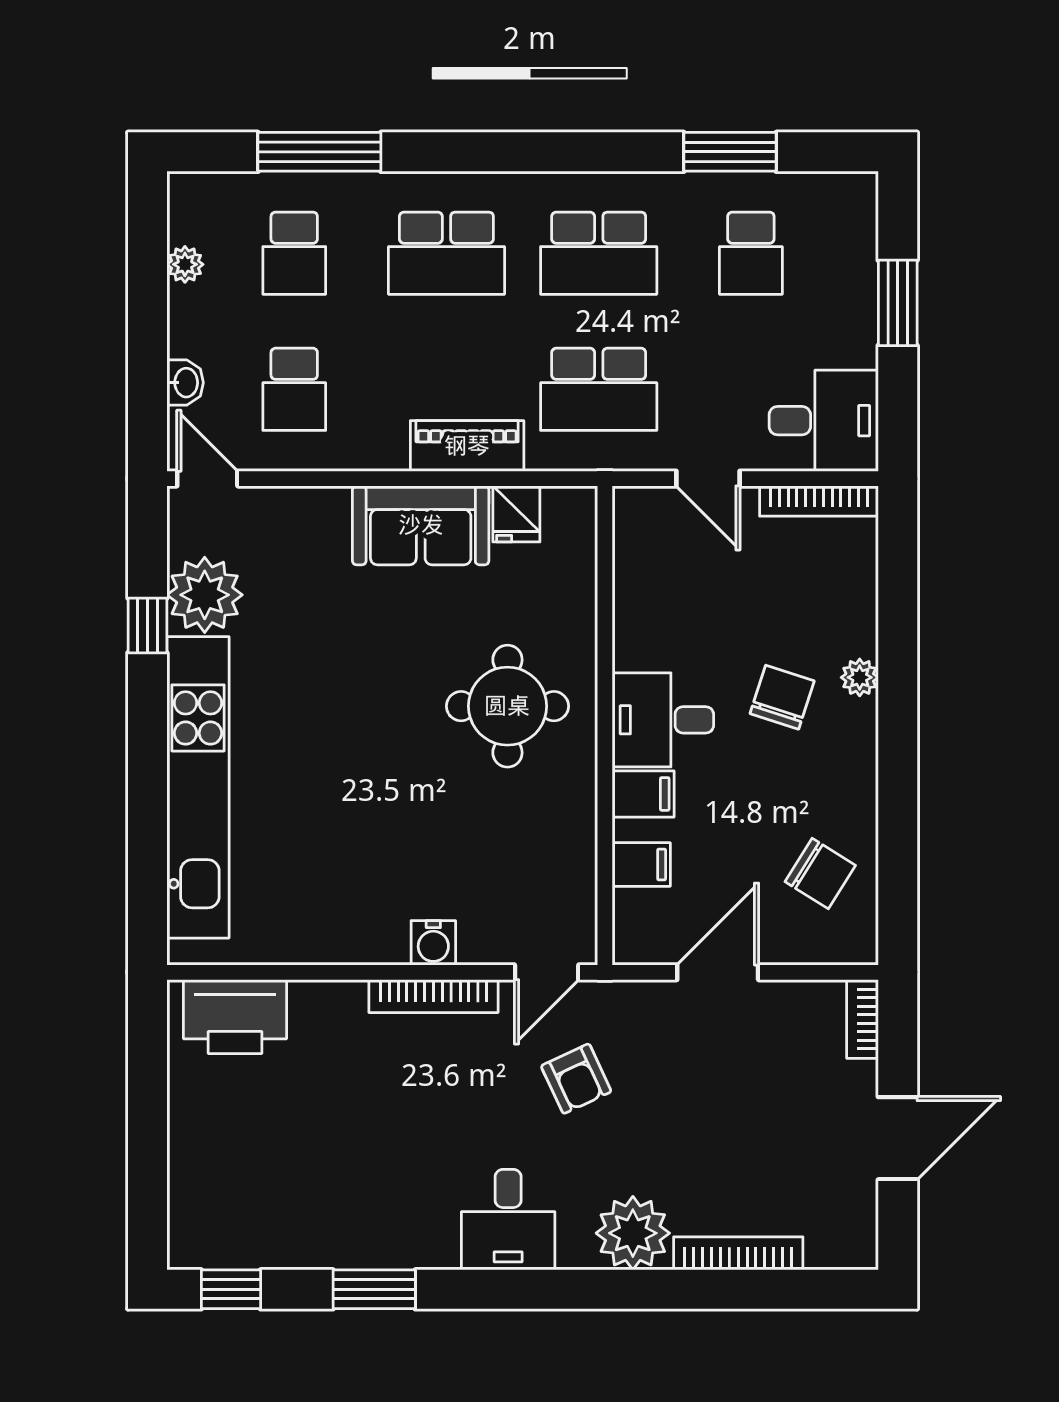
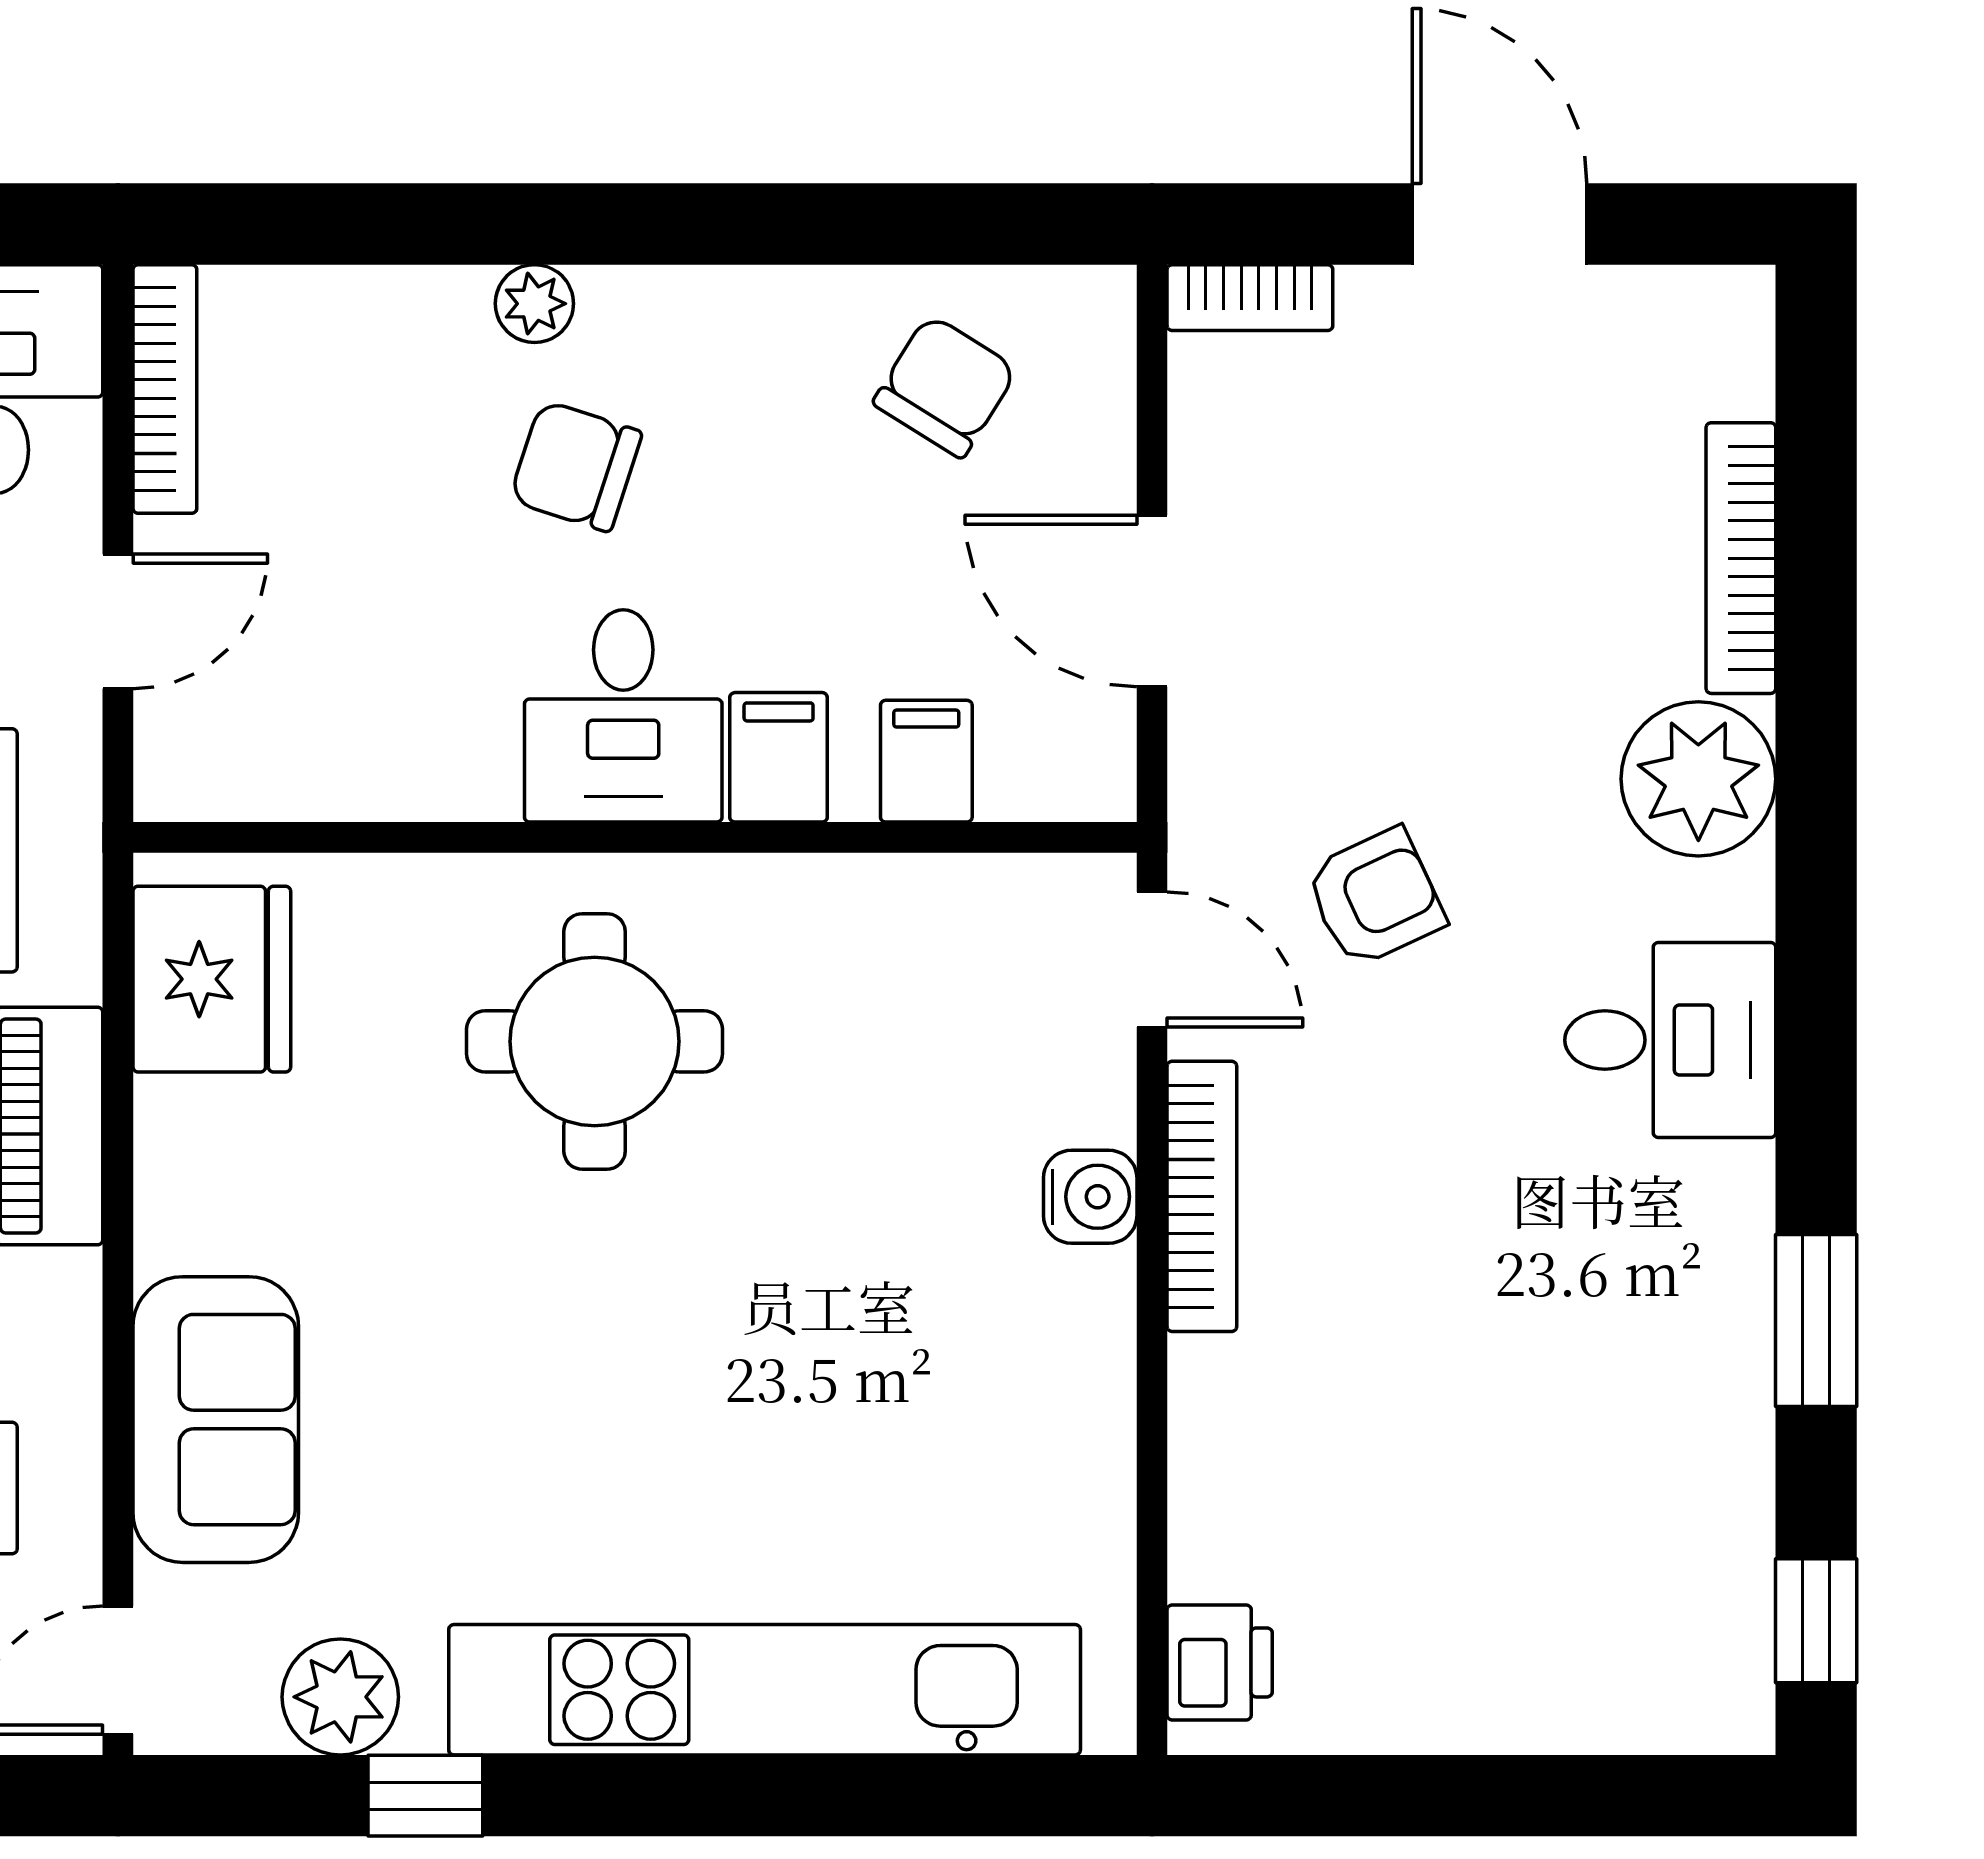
fridge: (516, 514) -> (212, 979), width x1.88, depth x1.34
sofa: (421, 525) -> (216, 1420), moved
plant: (205, 595) -> (340, 1697), width x0.73, depth x0.73
printer: (235, 1017) -> (1220, 1662), width x0.53, depth x0.68

